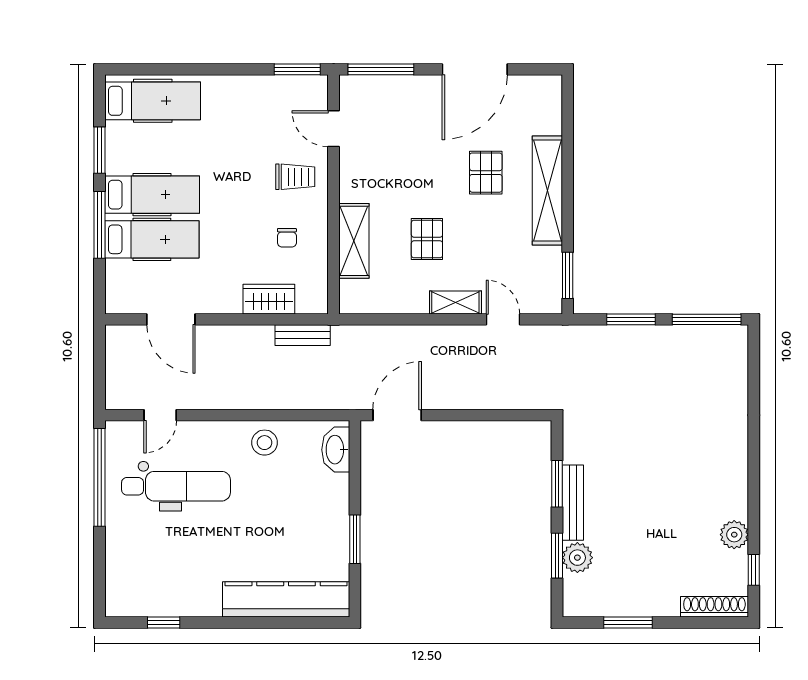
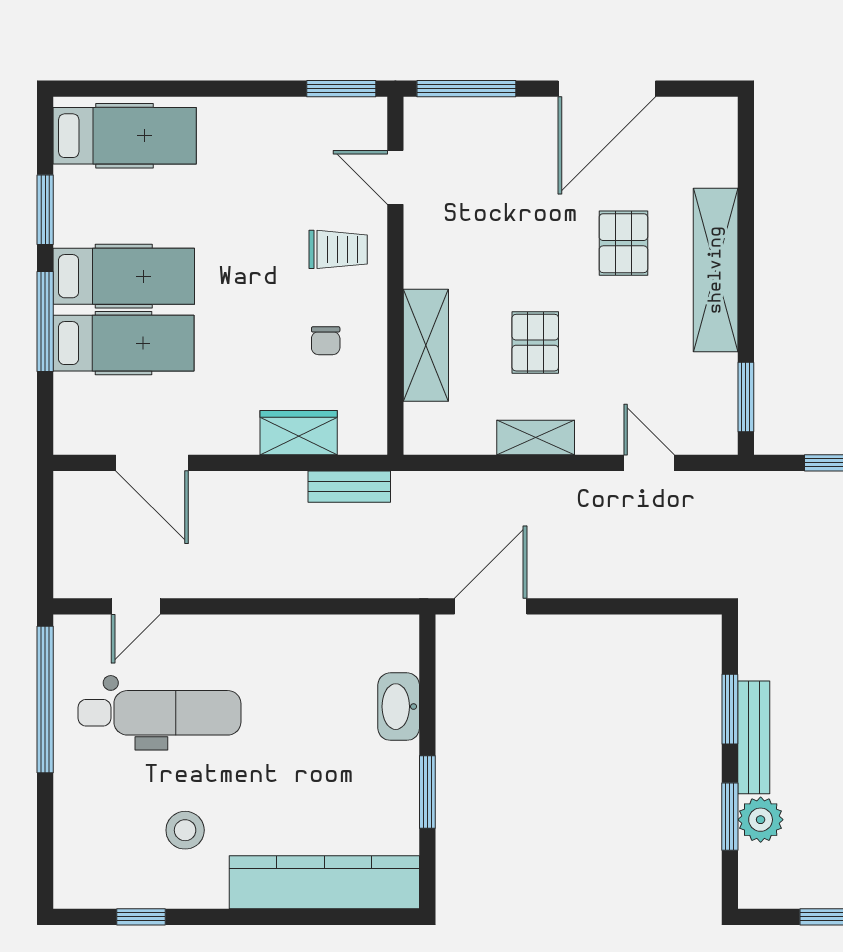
shelving: (455, 302) -> (536, 438), moved
stool: (265, 443) -> (185, 830), moved
washbasin: (336, 450) -> (399, 707), moved

